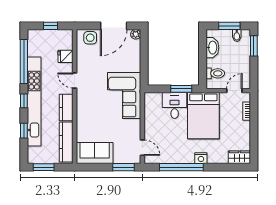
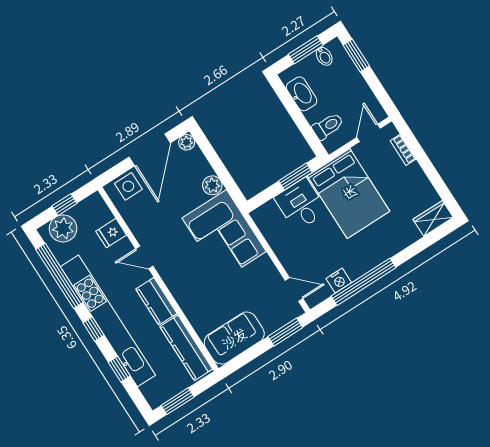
plant: (42, 38) -> (63, 228), added
plant: (135, 65) -> (212, 185), added
nightstand: (201, 158) -> (339, 281), moved

